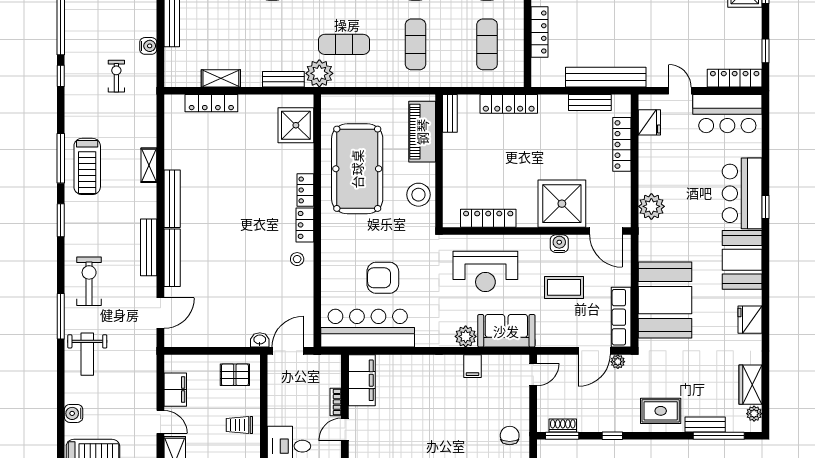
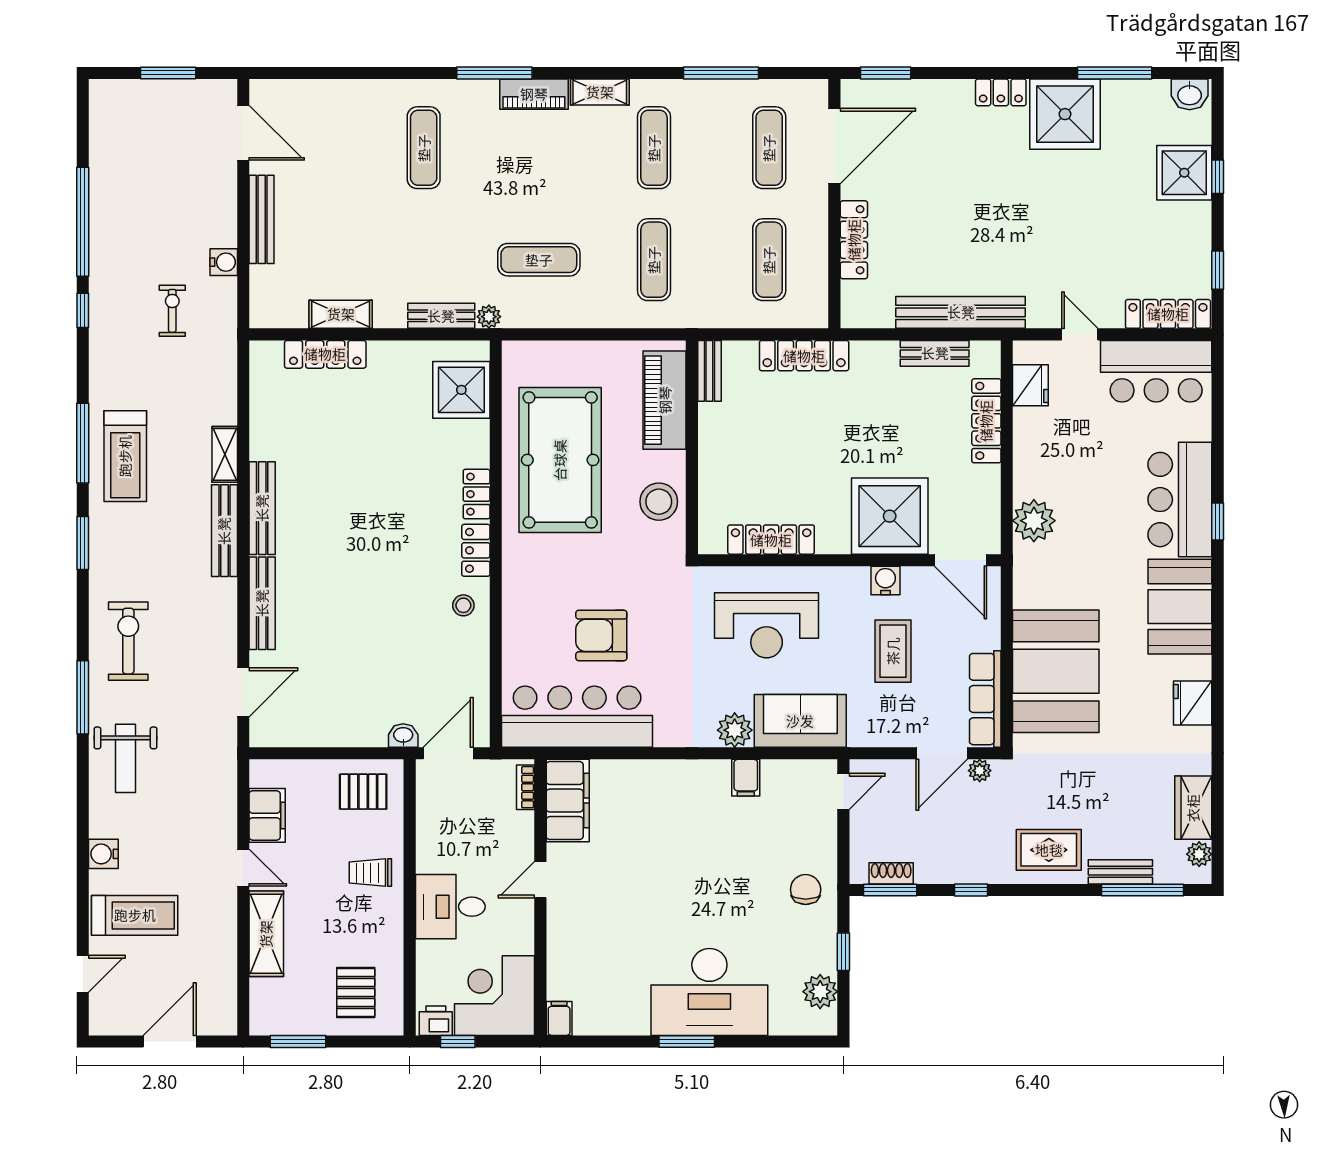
plant: (319, 73) -> (489, 317), width x0.53, depth x0.53
bench: (149, 247) -> (224, 531), moved
coffee table: (564, 287) -> (893, 651), turned 90
bookcase: (336, 402) -> (525, 787), moved

